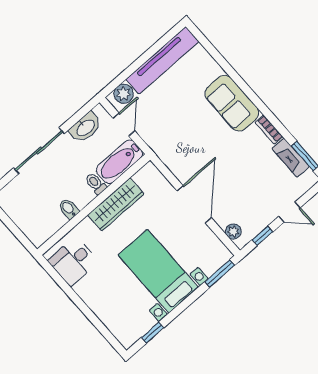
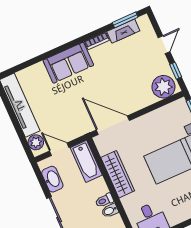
toilet: (96, 184) -> (104, 200), moved
door: (194, 204) -> (113, 125), moved
plant: (233, 231) -> (163, 87), width x1.88, depth x1.88

